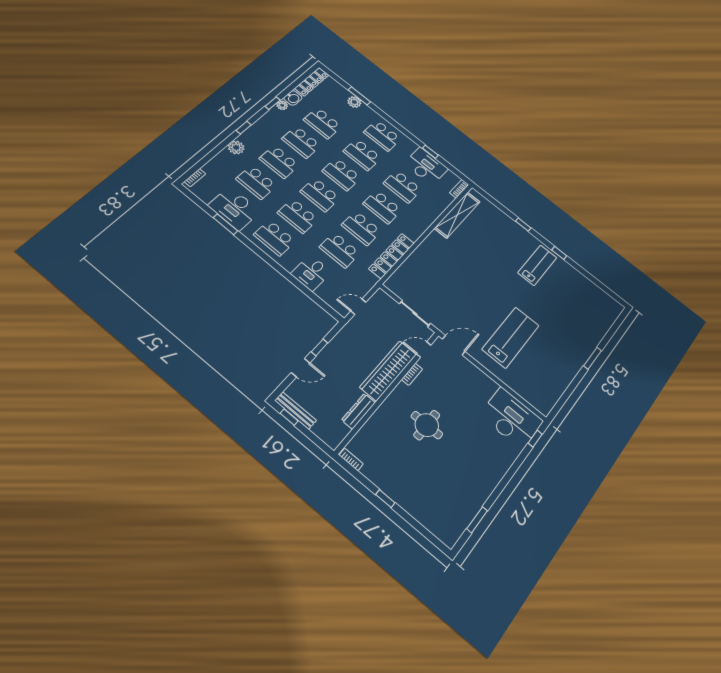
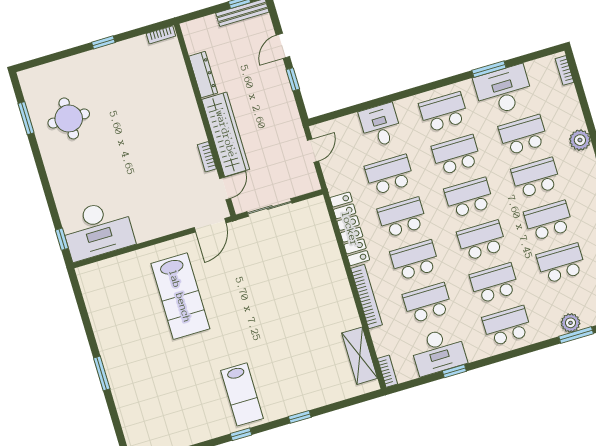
shelving: (457, 215) -> (360, 356), width x0.68
bookcase: (425, 224) -> (367, 297), added
round table: (427, 425) -> (69, 118), moved

